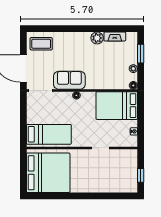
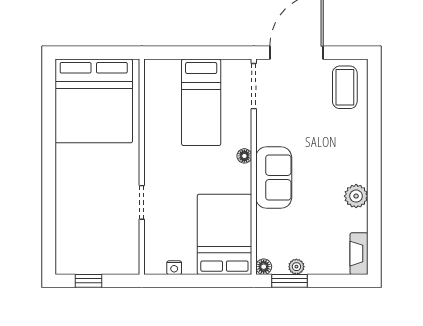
fireplace: (115, 36) -> (359, 254), moved
window: (141, 54) -> (289, 281), moved
sofa: (69, 80) -> (274, 178), moved
bed: (49, 134) -> (201, 102), moved

